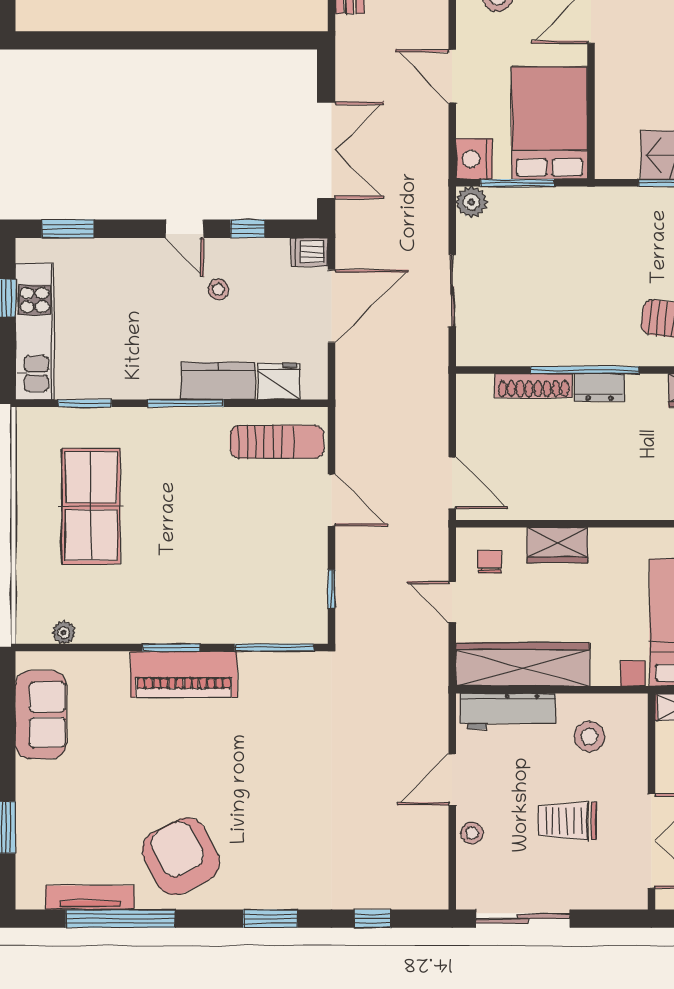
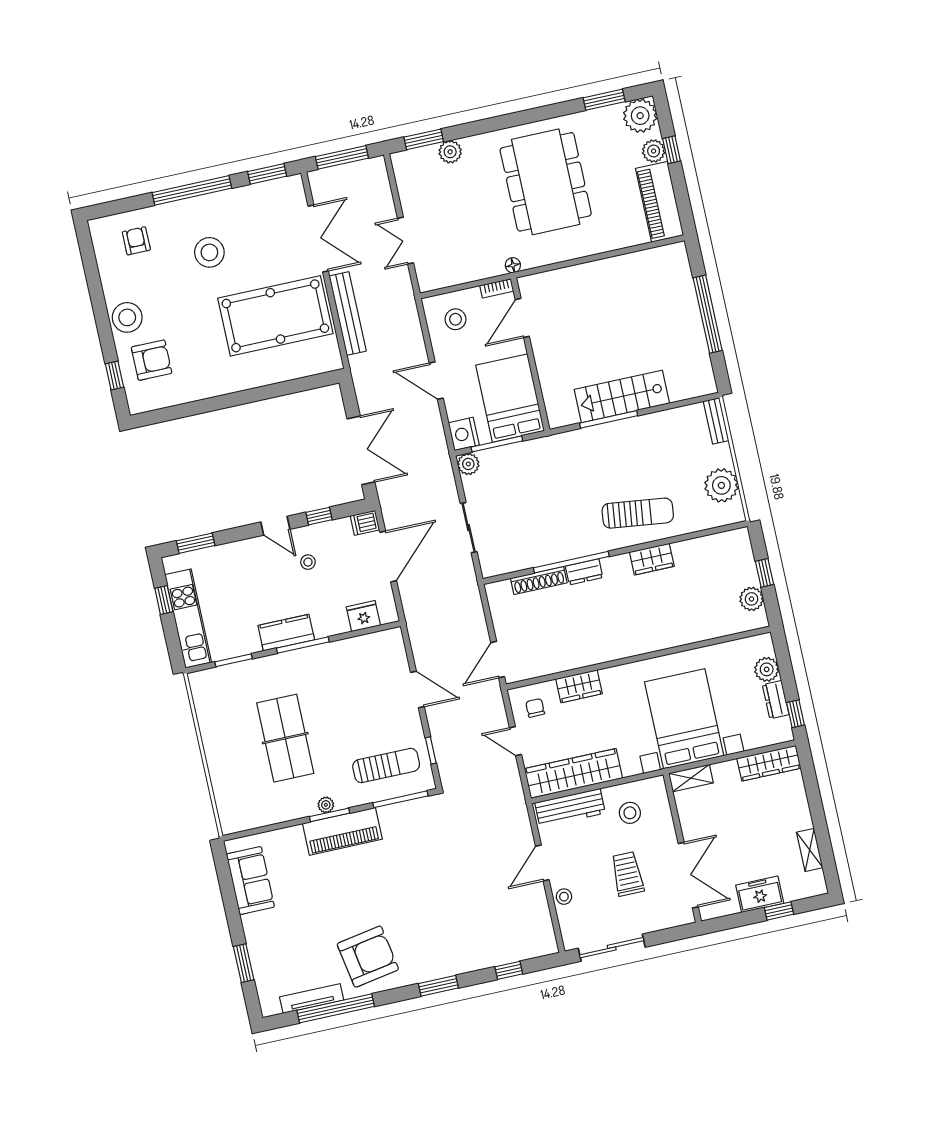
kitchen counter: (218, 381) -> (286, 633), moved
sun lounger: (277, 442) -> (386, 766), moved
door: (452, 483) -> (498, 660), swing flipped
table tennis table: (91, 506) -> (285, 738), moved
plant: (64, 633) -> (326, 805), moved
trolley: (567, 821) -> (627, 874), turned 90
armchair: (181, 856) -> (368, 957), turned 107

